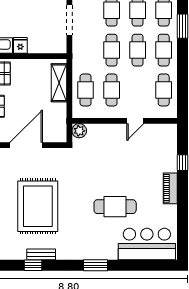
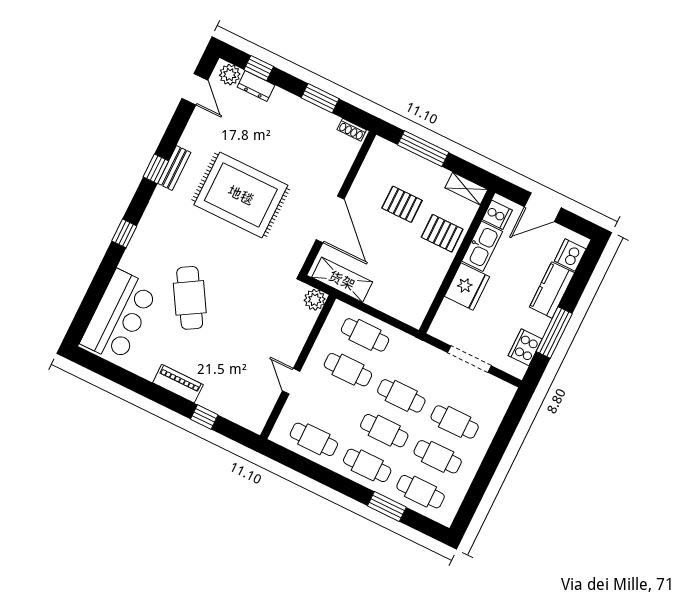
fridge: (20, 45) -> (467, 287), width x1.88, depth x1.34
shelving: (59, 83) -> (342, 280), moved
cafe table: (115, 207) -> (190, 298), turned -31
window: (33, 265) -> (156, 169), moved
window: (95, 265) -> (124, 233), width x0.67

